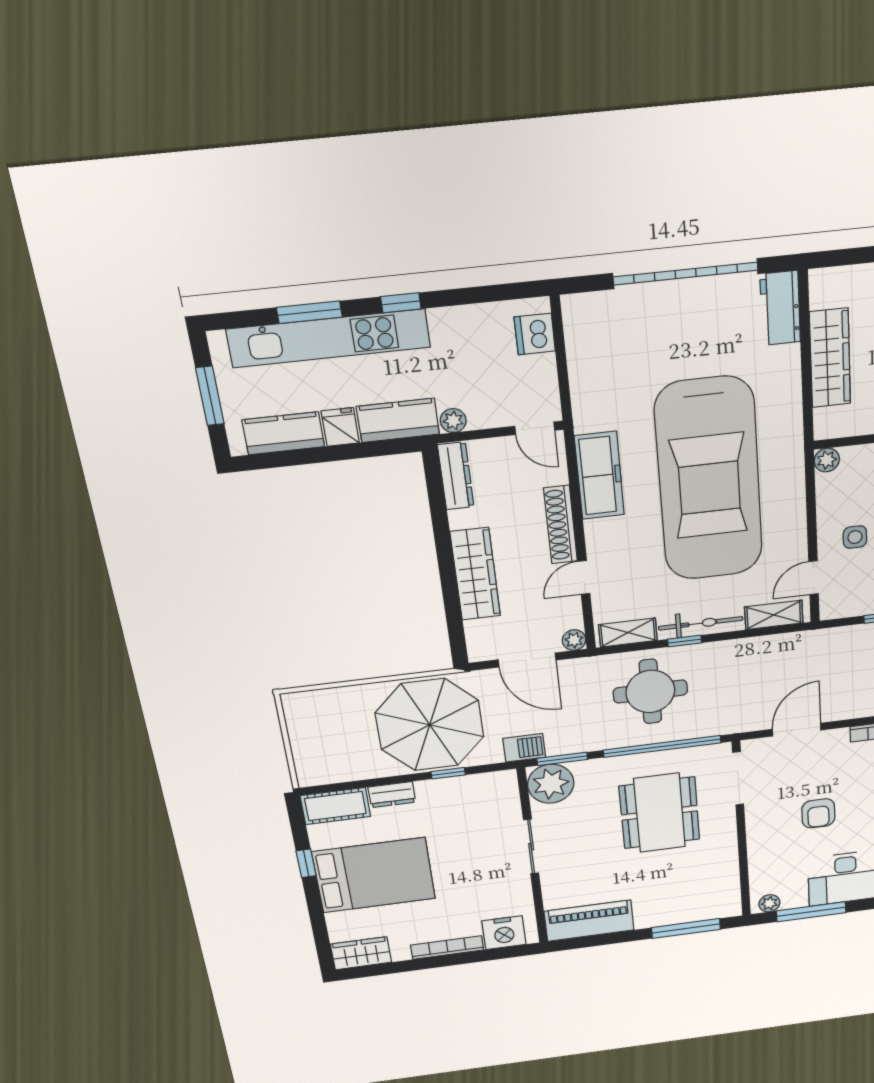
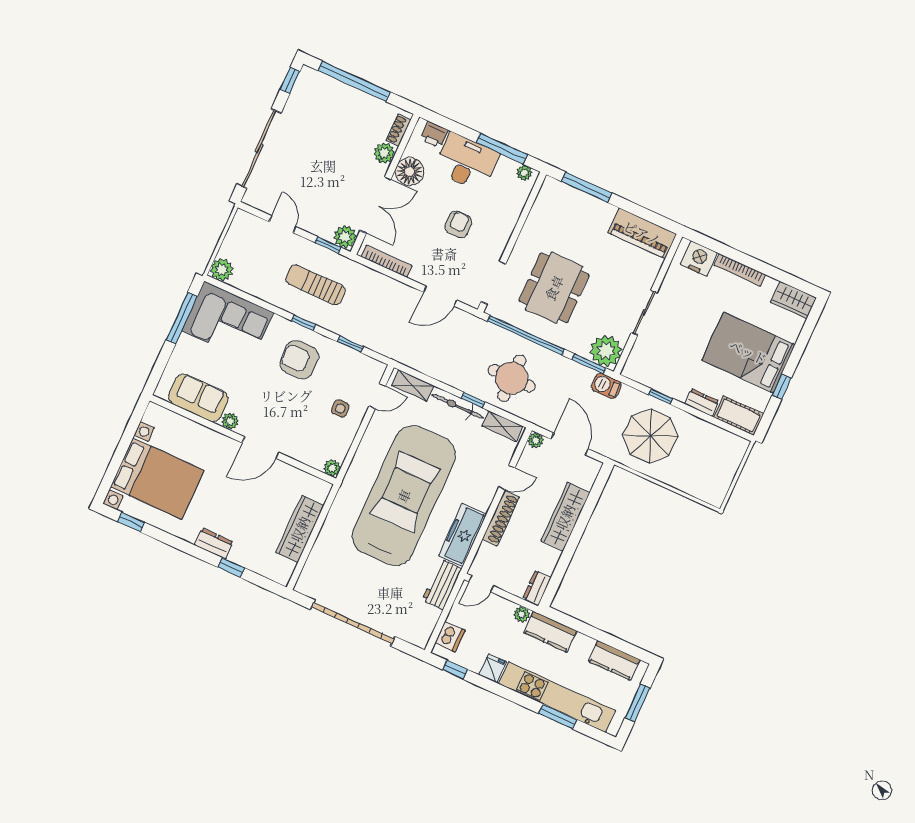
window: (401, 303) -> (455, 670), moved
workbench: (780, 308) -> (442, 584), moved, turned 180
fridge: (340, 427) -> (493, 668), moved, turned 180
door: (535, 428) -> (481, 584), swing flipped
dresser: (456, 476) -> (537, 588), width x0.70
parasol: (430, 725) -> (650, 436), width x0.73, depth x0.73

